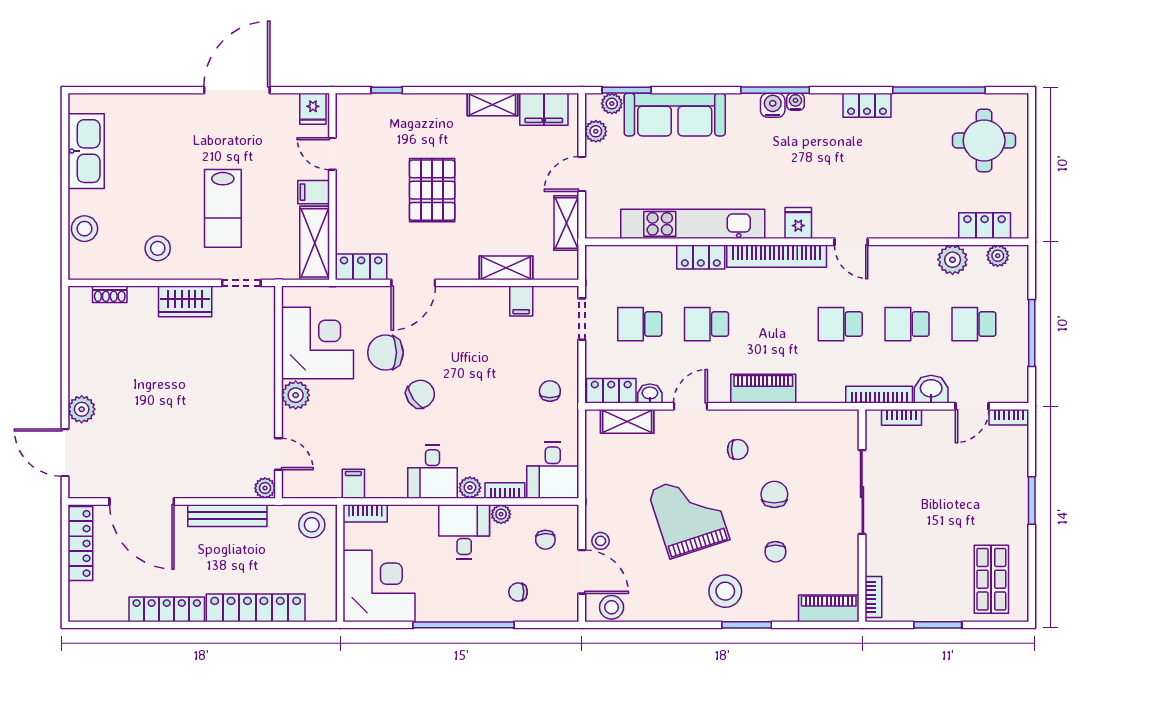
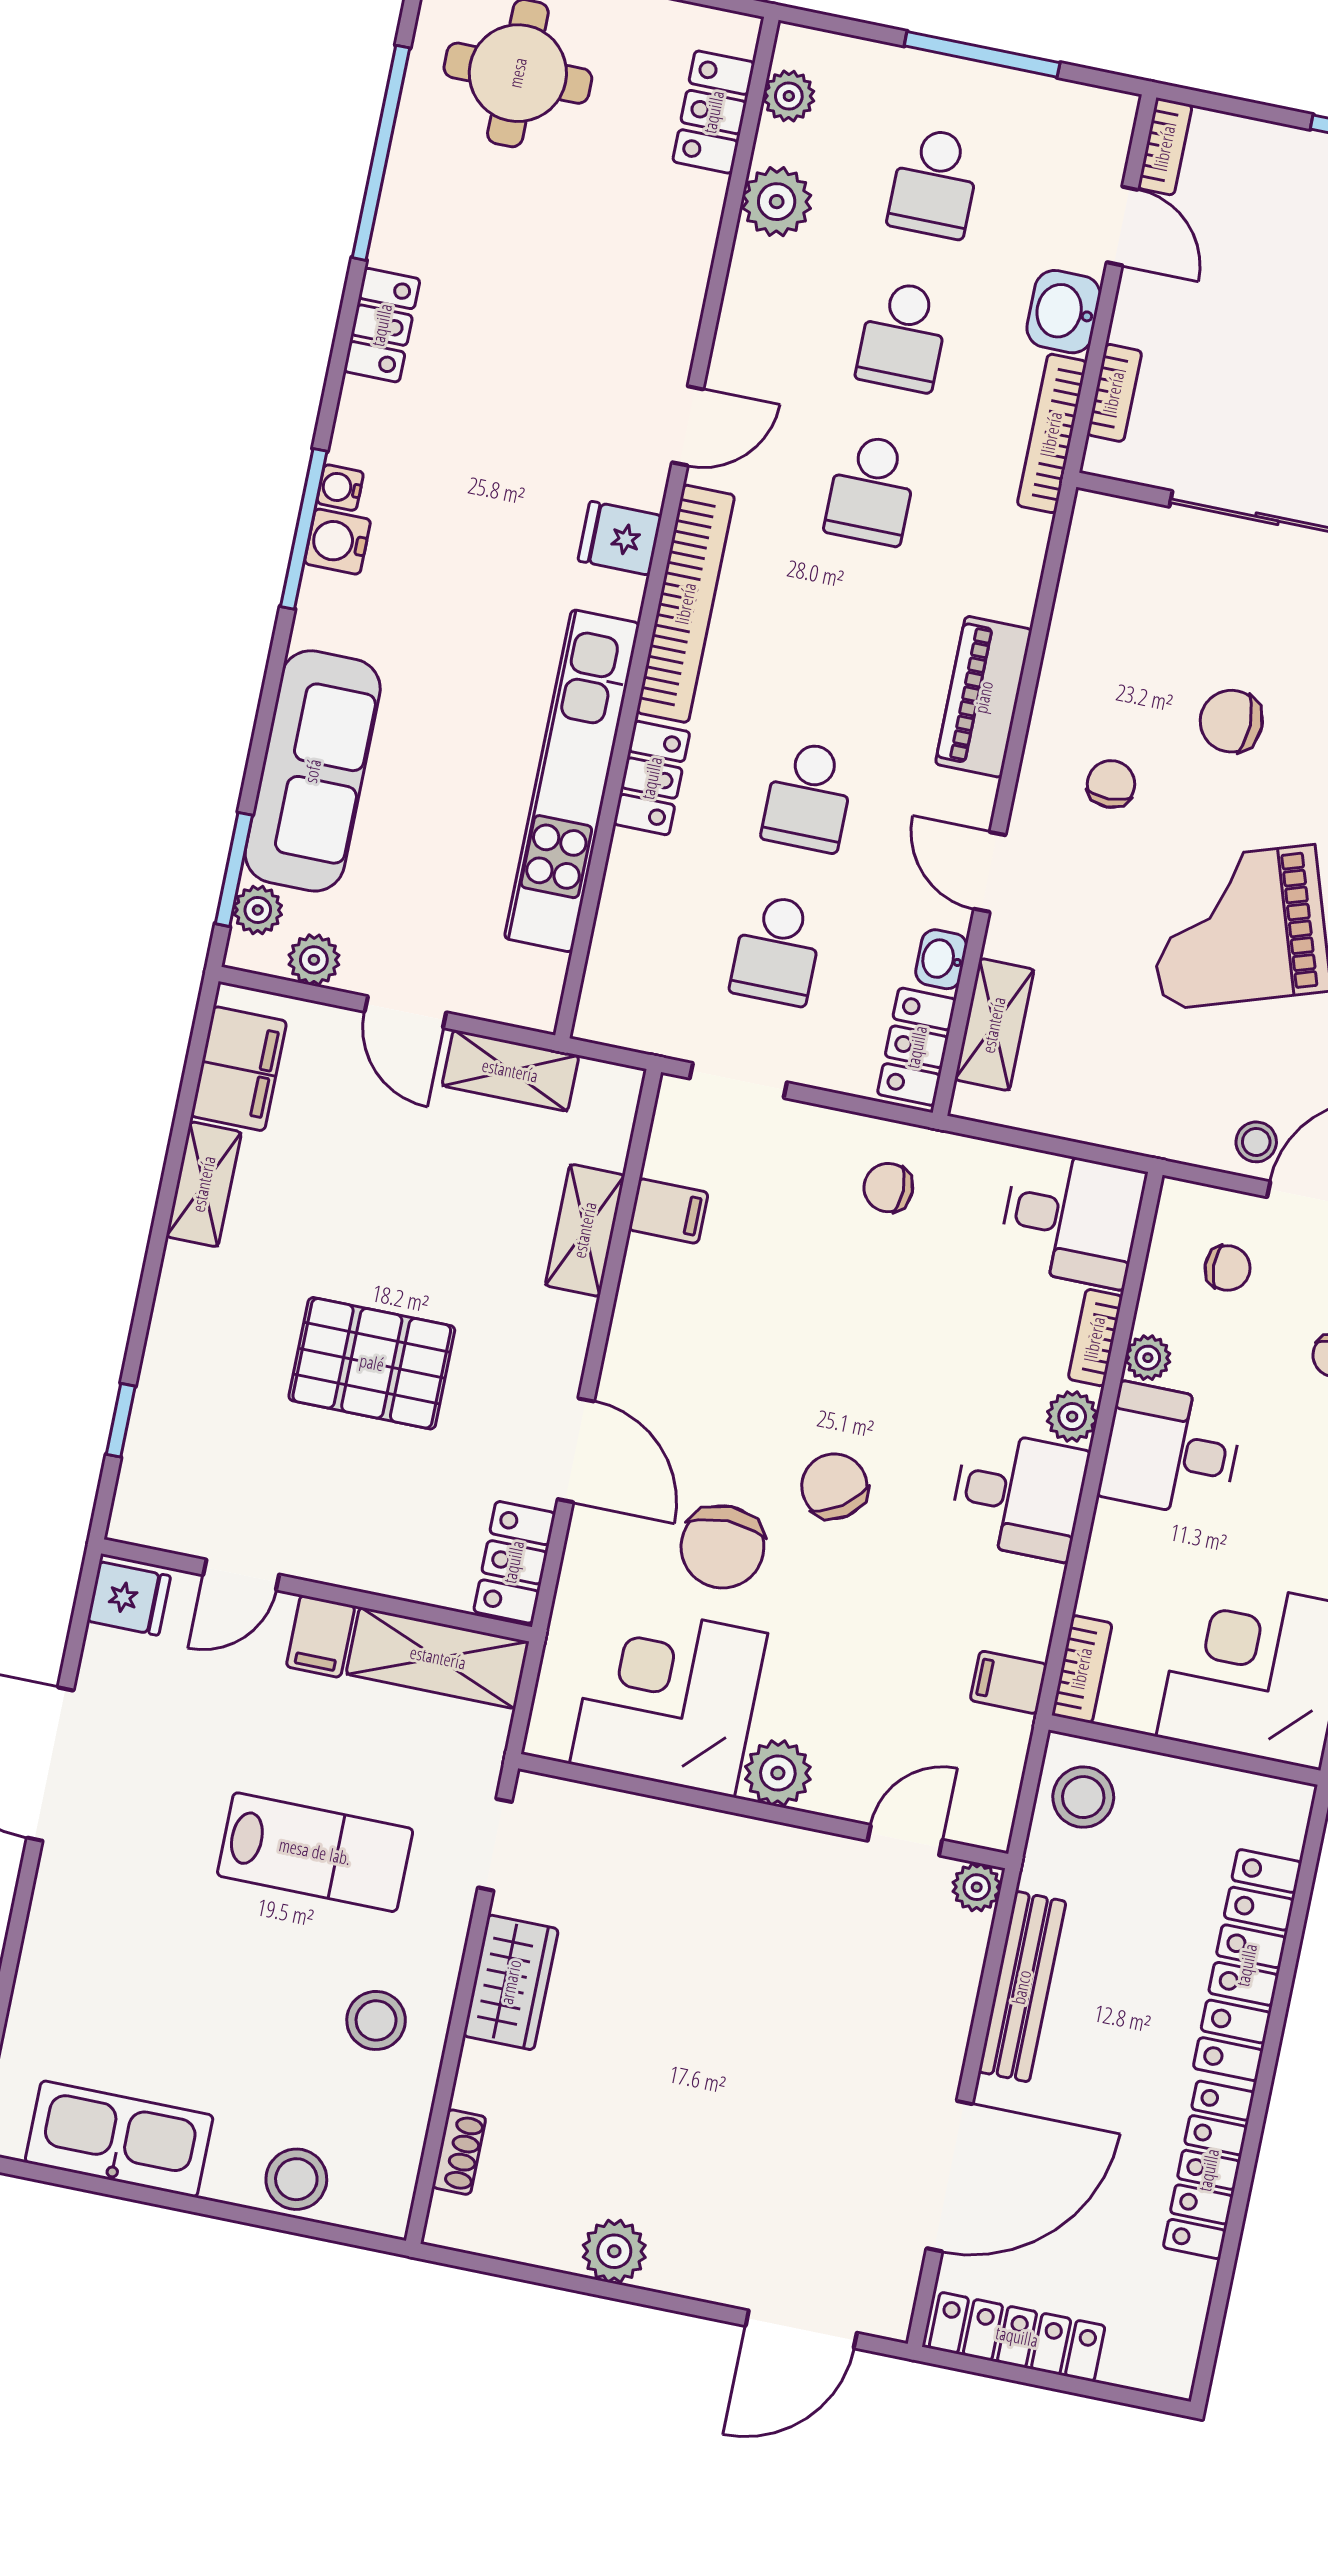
plant: (82, 409) -> (614, 2251), moved

